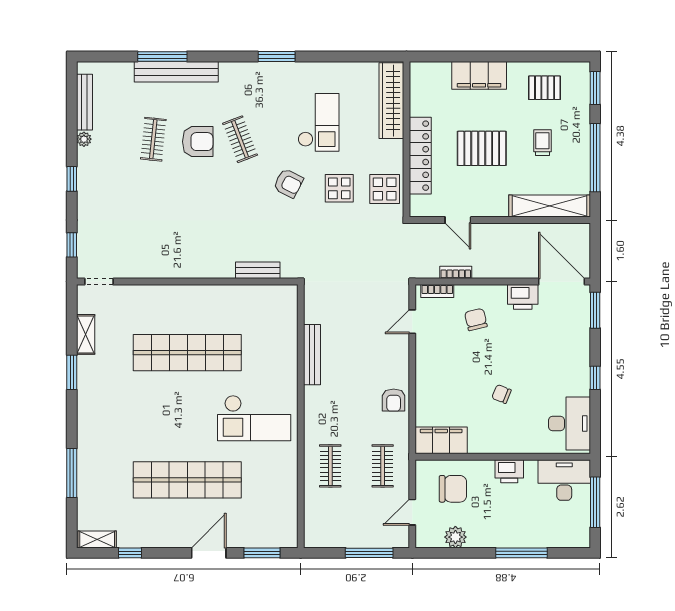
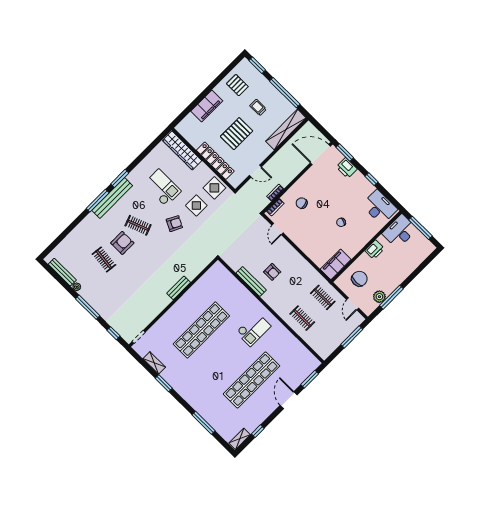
window: (162, 56) -> (98, 201), moved
bench: (176, 72) -> (112, 198), moved
pallet: (545, 88) -> (237, 85), turned 90
window: (72, 179) -> (88, 307), width x2.17
bench: (258, 270) -> (179, 288), moved
printer: (523, 297) -> (347, 168), moved, turned 90
armchair: (394, 400) -> (272, 272), moved
checkout: (254, 418) -> (253, 329), width x0.73, depth x0.83
window: (521, 553) -> (391, 297), moved

